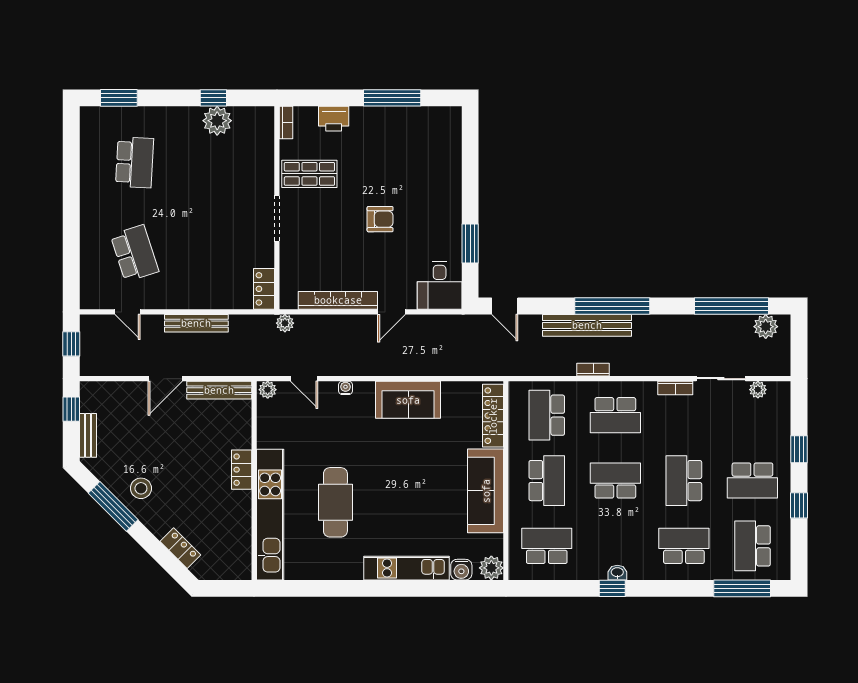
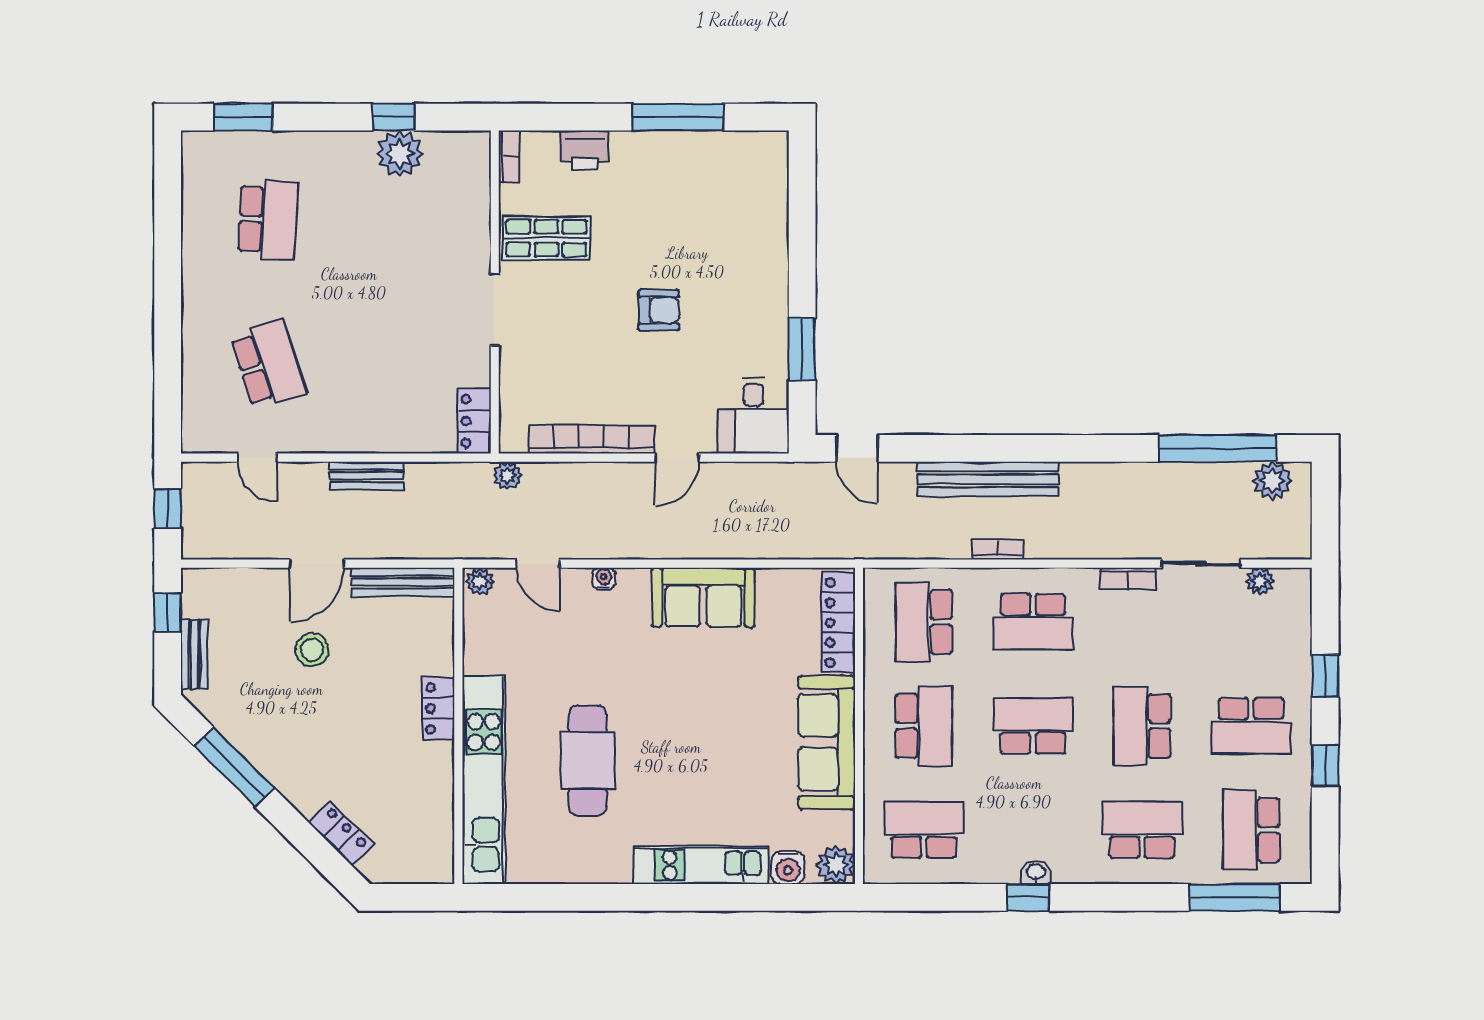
window: (612, 306) -> (1028, 448), removed
bench: (196, 323) -> (366, 476), width x0.73
stool: (141, 488) -> (312, 650), moved

